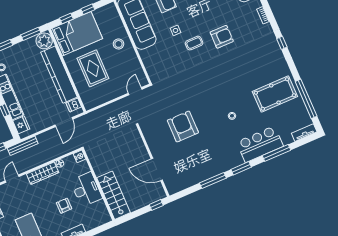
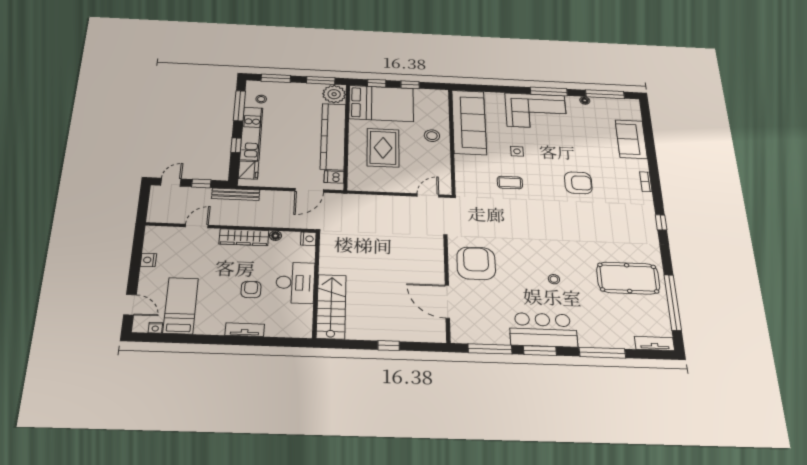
coffee table: (194, 43) -> (510, 183), moved
bar counter: (260, 144) -> (543, 330), moved
wall: (153, 161) -> (447, 289), moved
door: (157, 169) -> (447, 302), moved

